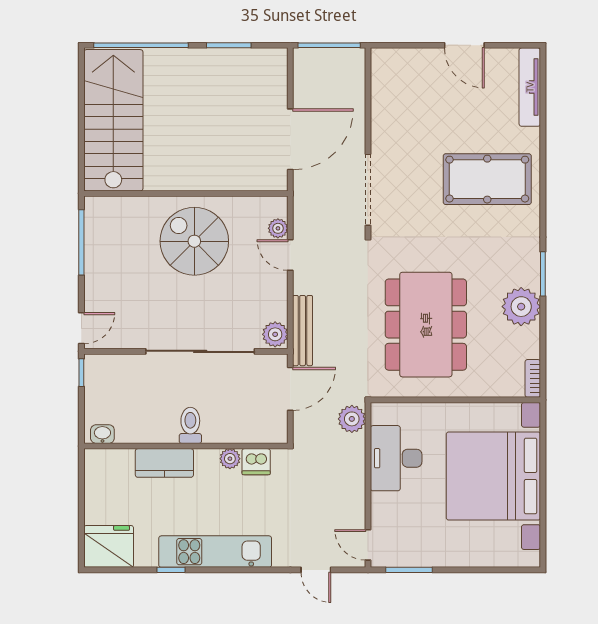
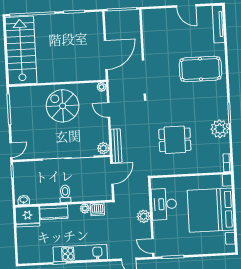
plant: (278, 228) -> (101, 87), moved
dining table: (426, 325) -> (175, 140), width x0.53, depth x0.80
plant: (352, 419) -> (144, 216), moved
fridge: (109, 546) -> (27, 217), moved, turned 180

